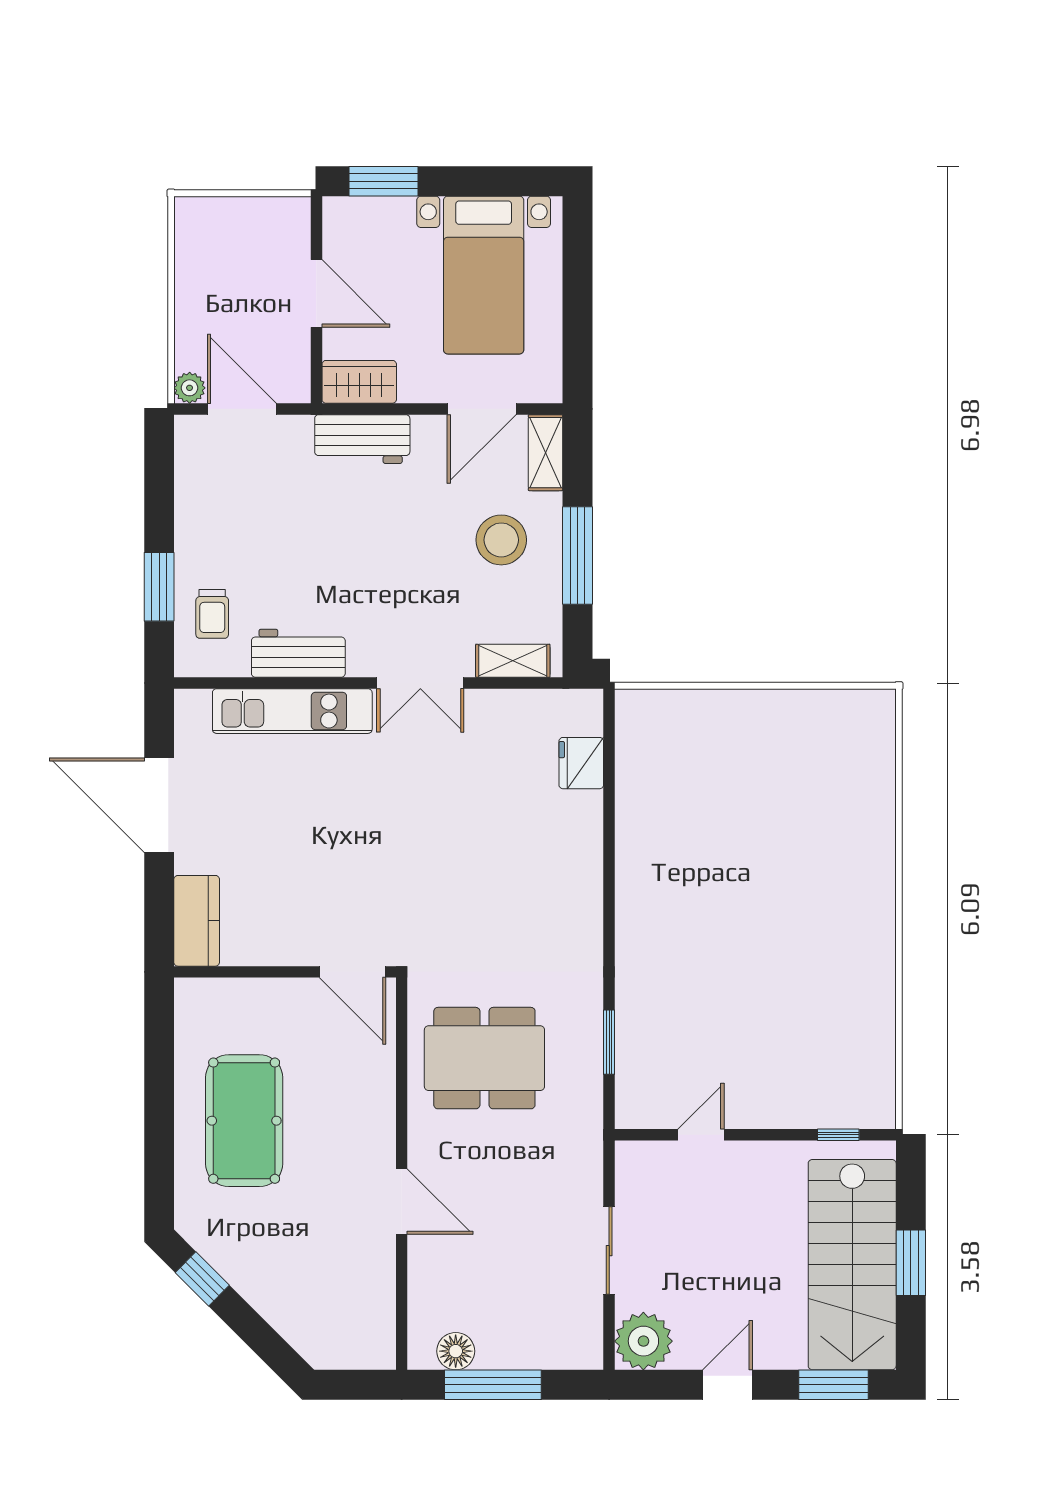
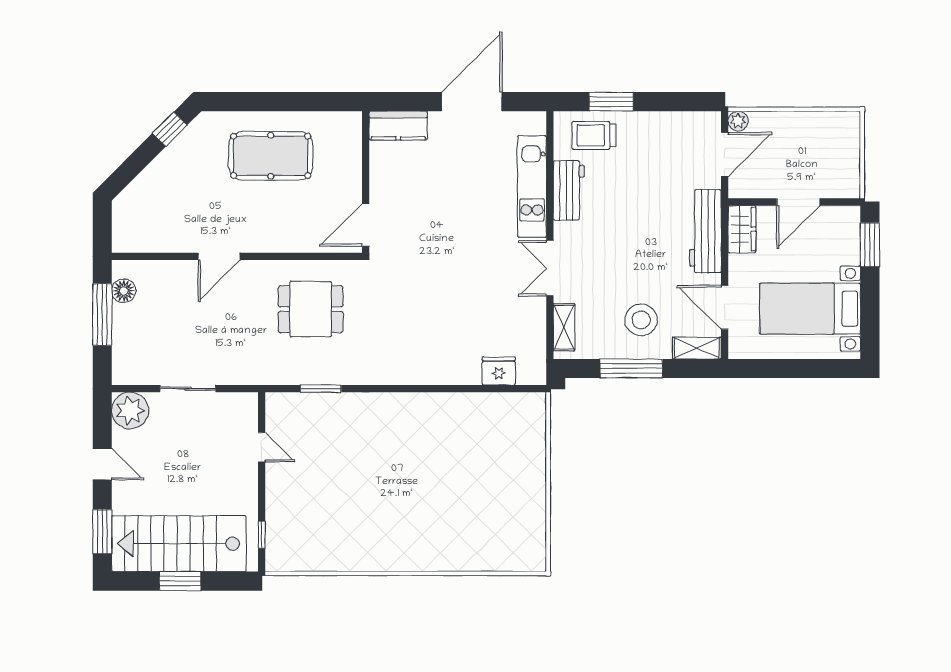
workbench: (362, 439) -> (705, 231), width x1.38
trolley: (212, 614) -> (594, 135), width x1.36, depth x1.39
dining table: (484, 1058) -> (311, 309), width x0.73

